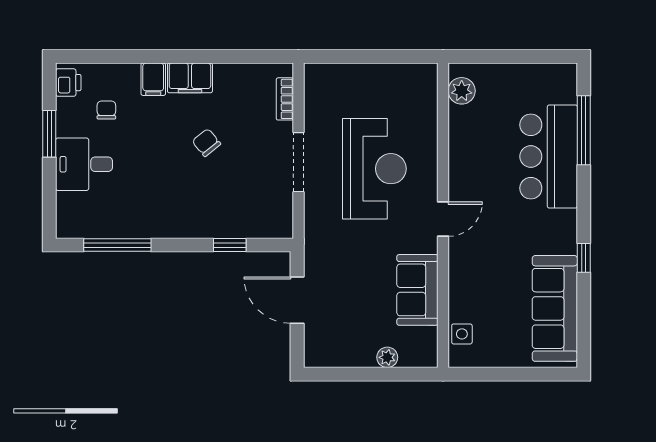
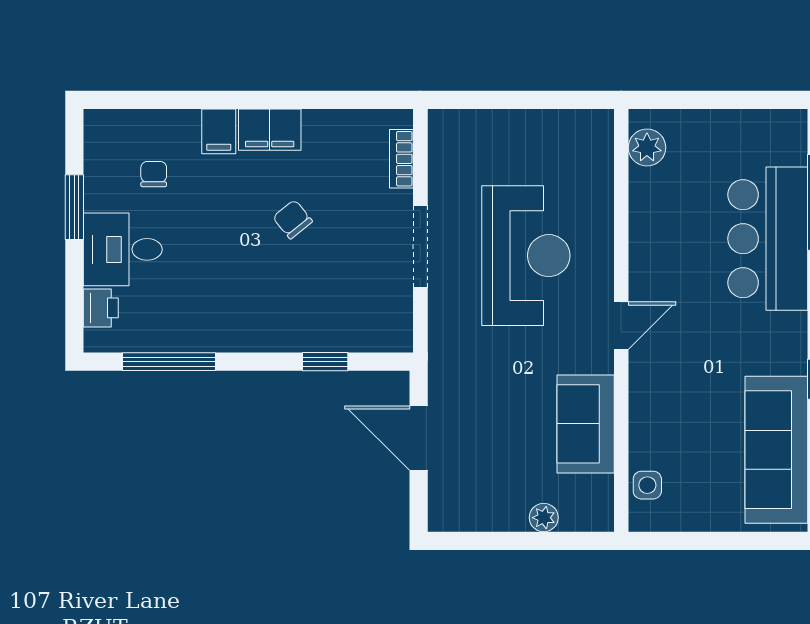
printer: (68, 83) -> (101, 308), moved

